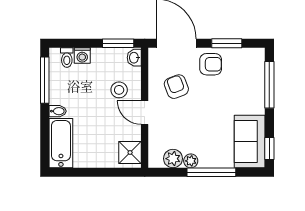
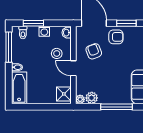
window: (118, 43) -> (33, 23), moved
washing machine: (82, 56) -> (44, 31), moved
plant: (191, 161) -> (80, 99), moved

